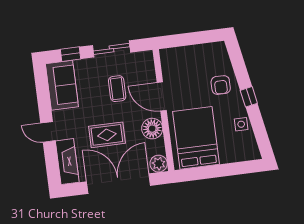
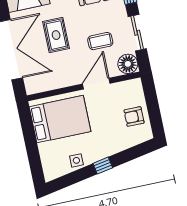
armchair: (221, 85) -> (134, 117), moved
floor lamp: (152, 129) -> (128, 64), moved
plant: (159, 164) -> (33, 86), removed

